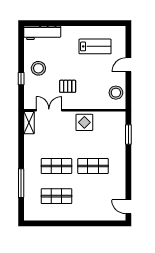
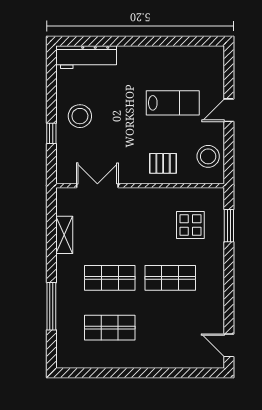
lab bench: (95, 46) -> (173, 103), moved
pallet: (68, 86) -> (163, 163), moved
display table: (84, 122) -> (190, 225), moved
shelving: (29, 123) -> (64, 235), moved

